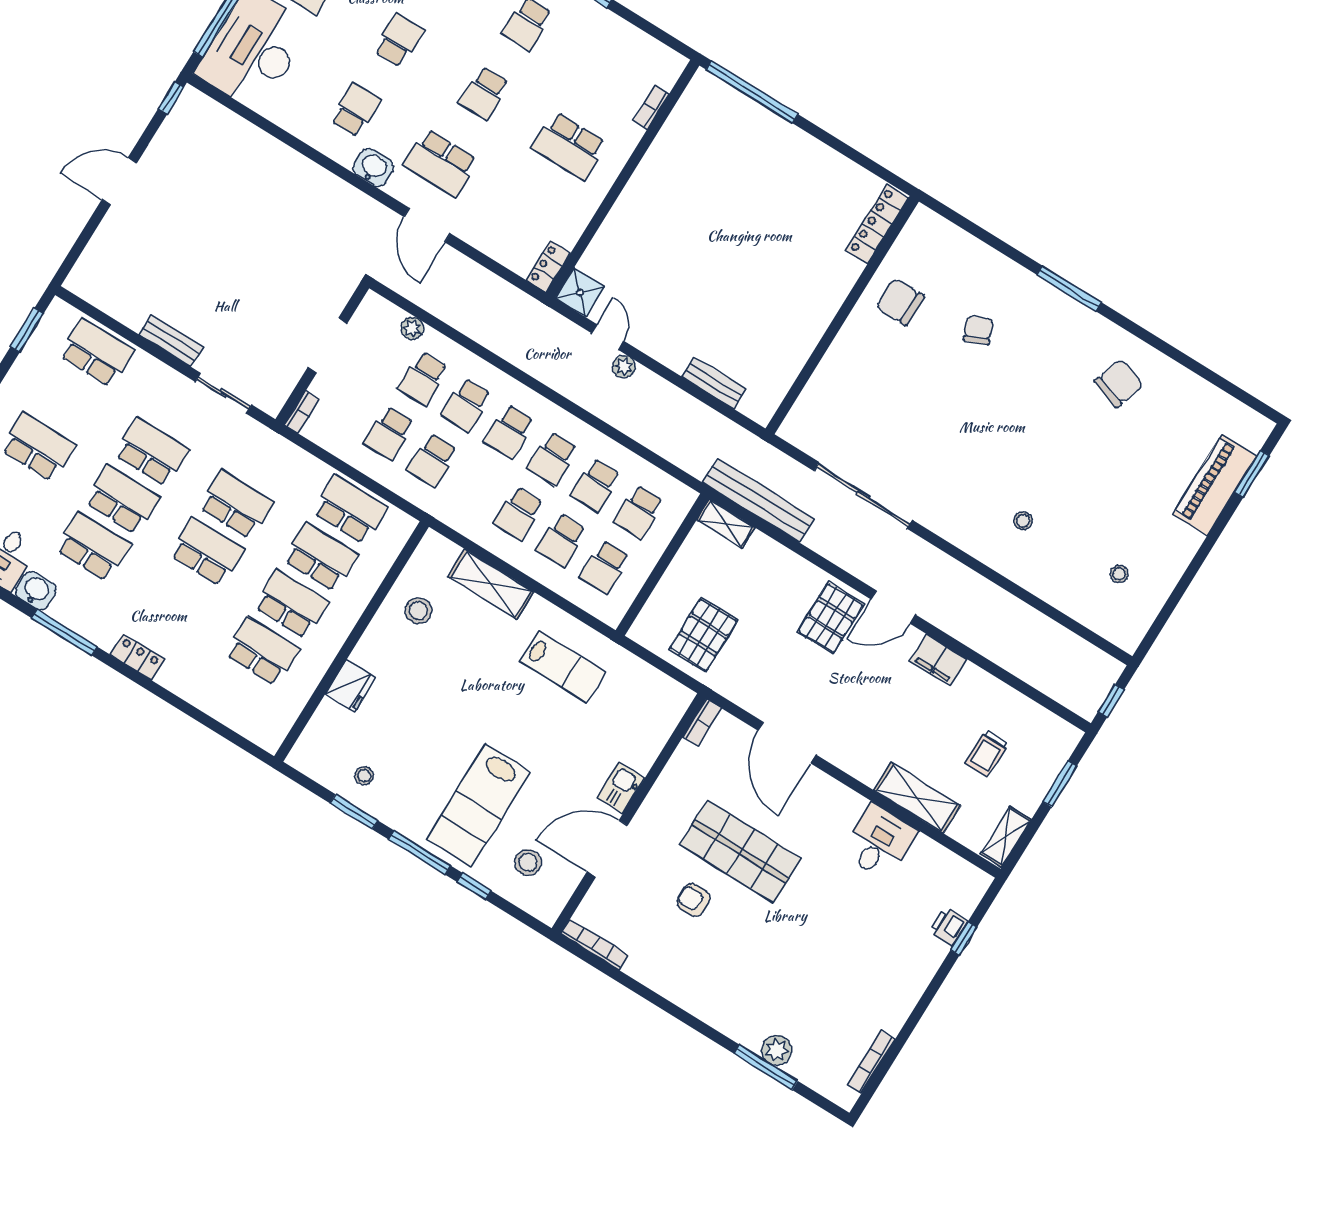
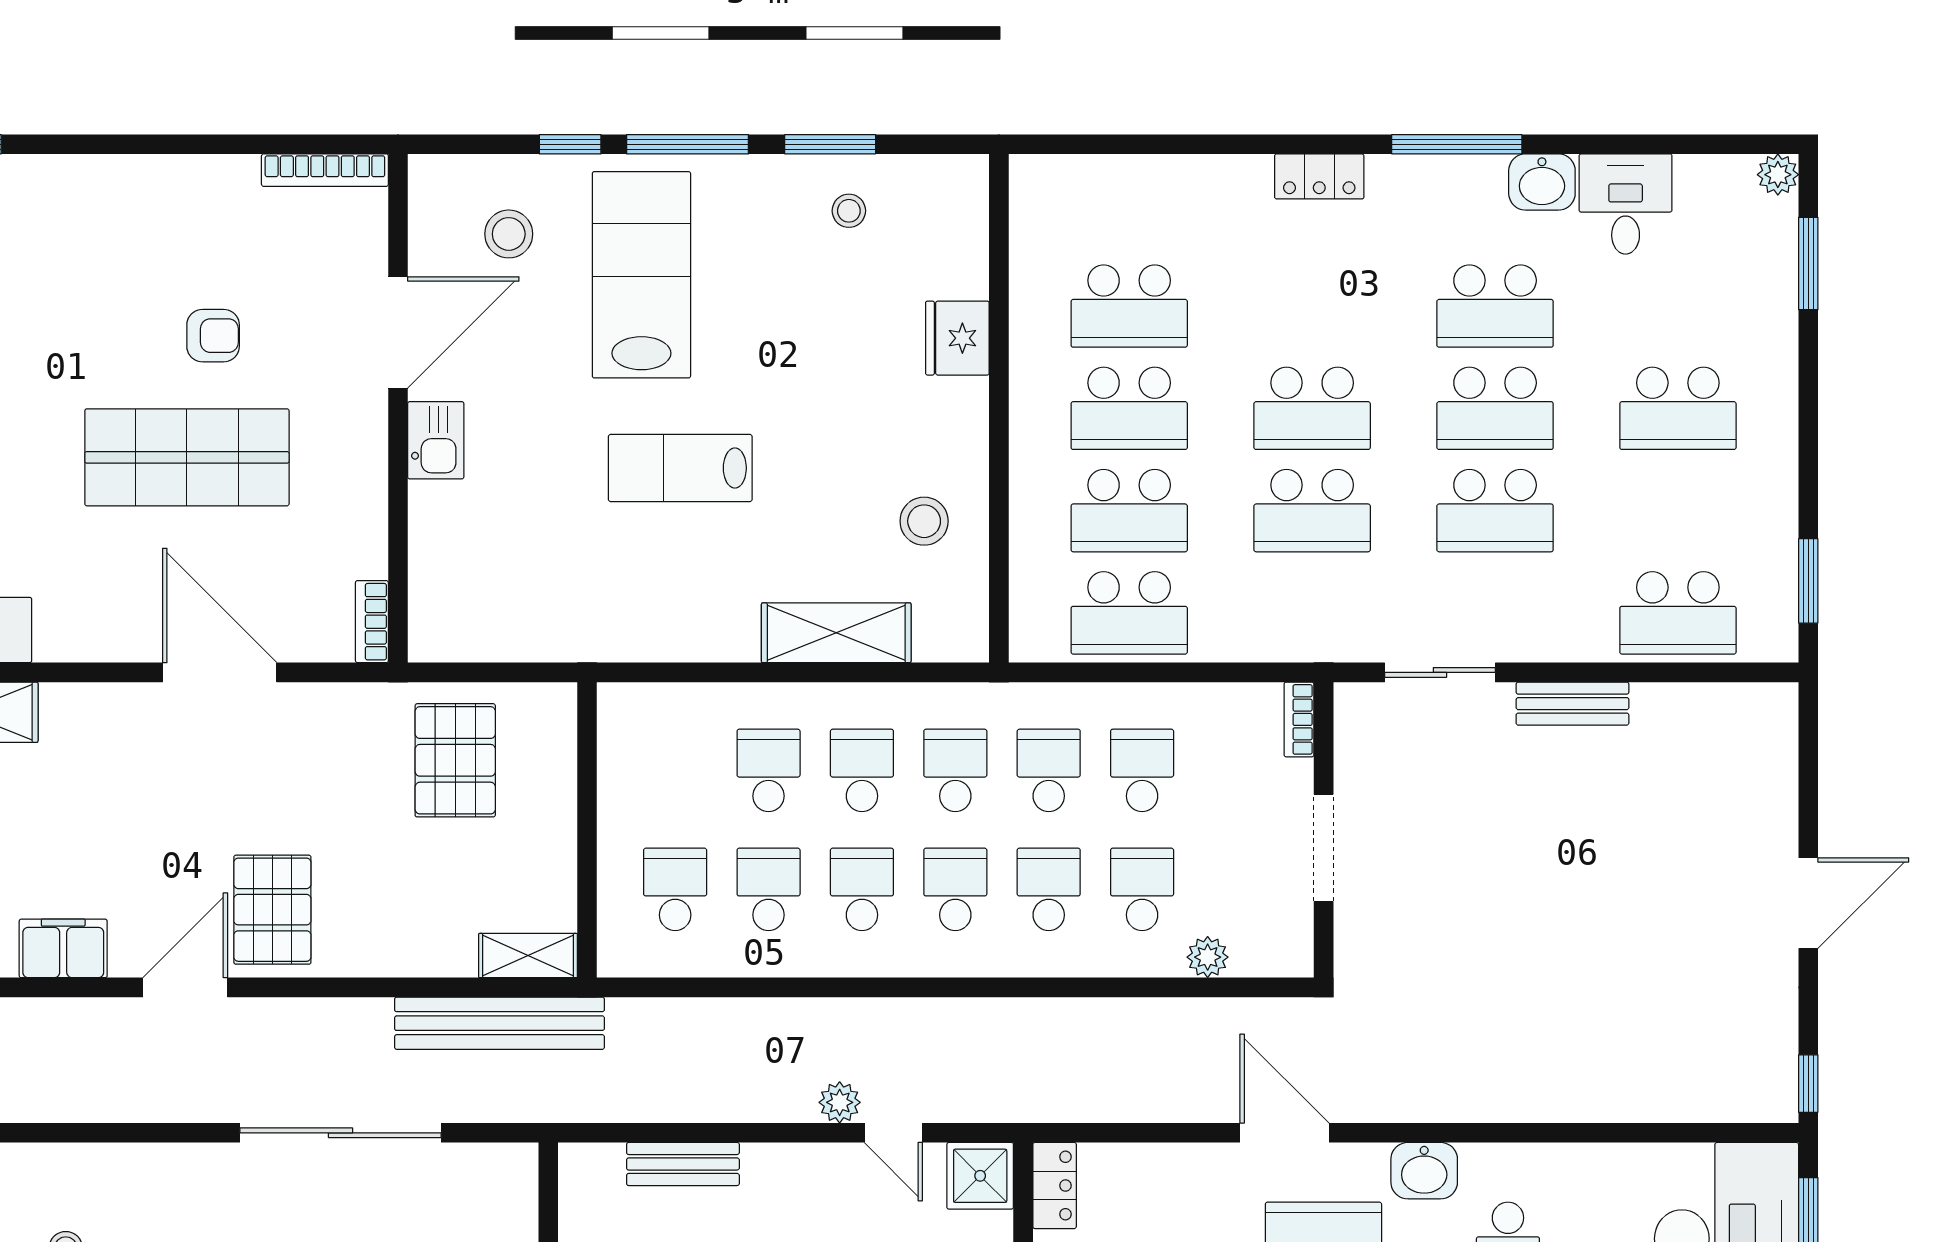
school desk: (605, 567) -> (955, 770), moved
lab bench: (563, 667) -> (680, 468), moved

